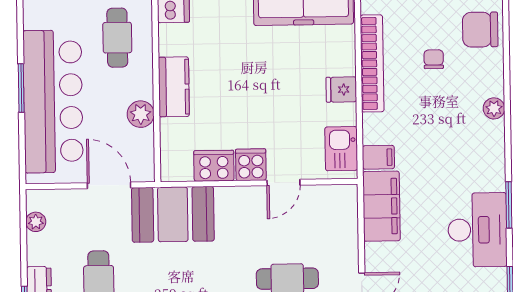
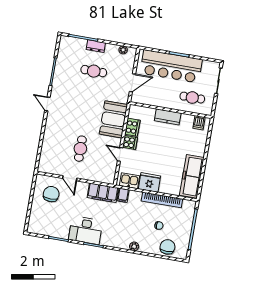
fridge: (341, 90) -> (149, 182), width x1.88, depth x1.34
plant: (141, 114) -> (159, 101), removed
booth: (173, 214) -> (113, 119), moved

